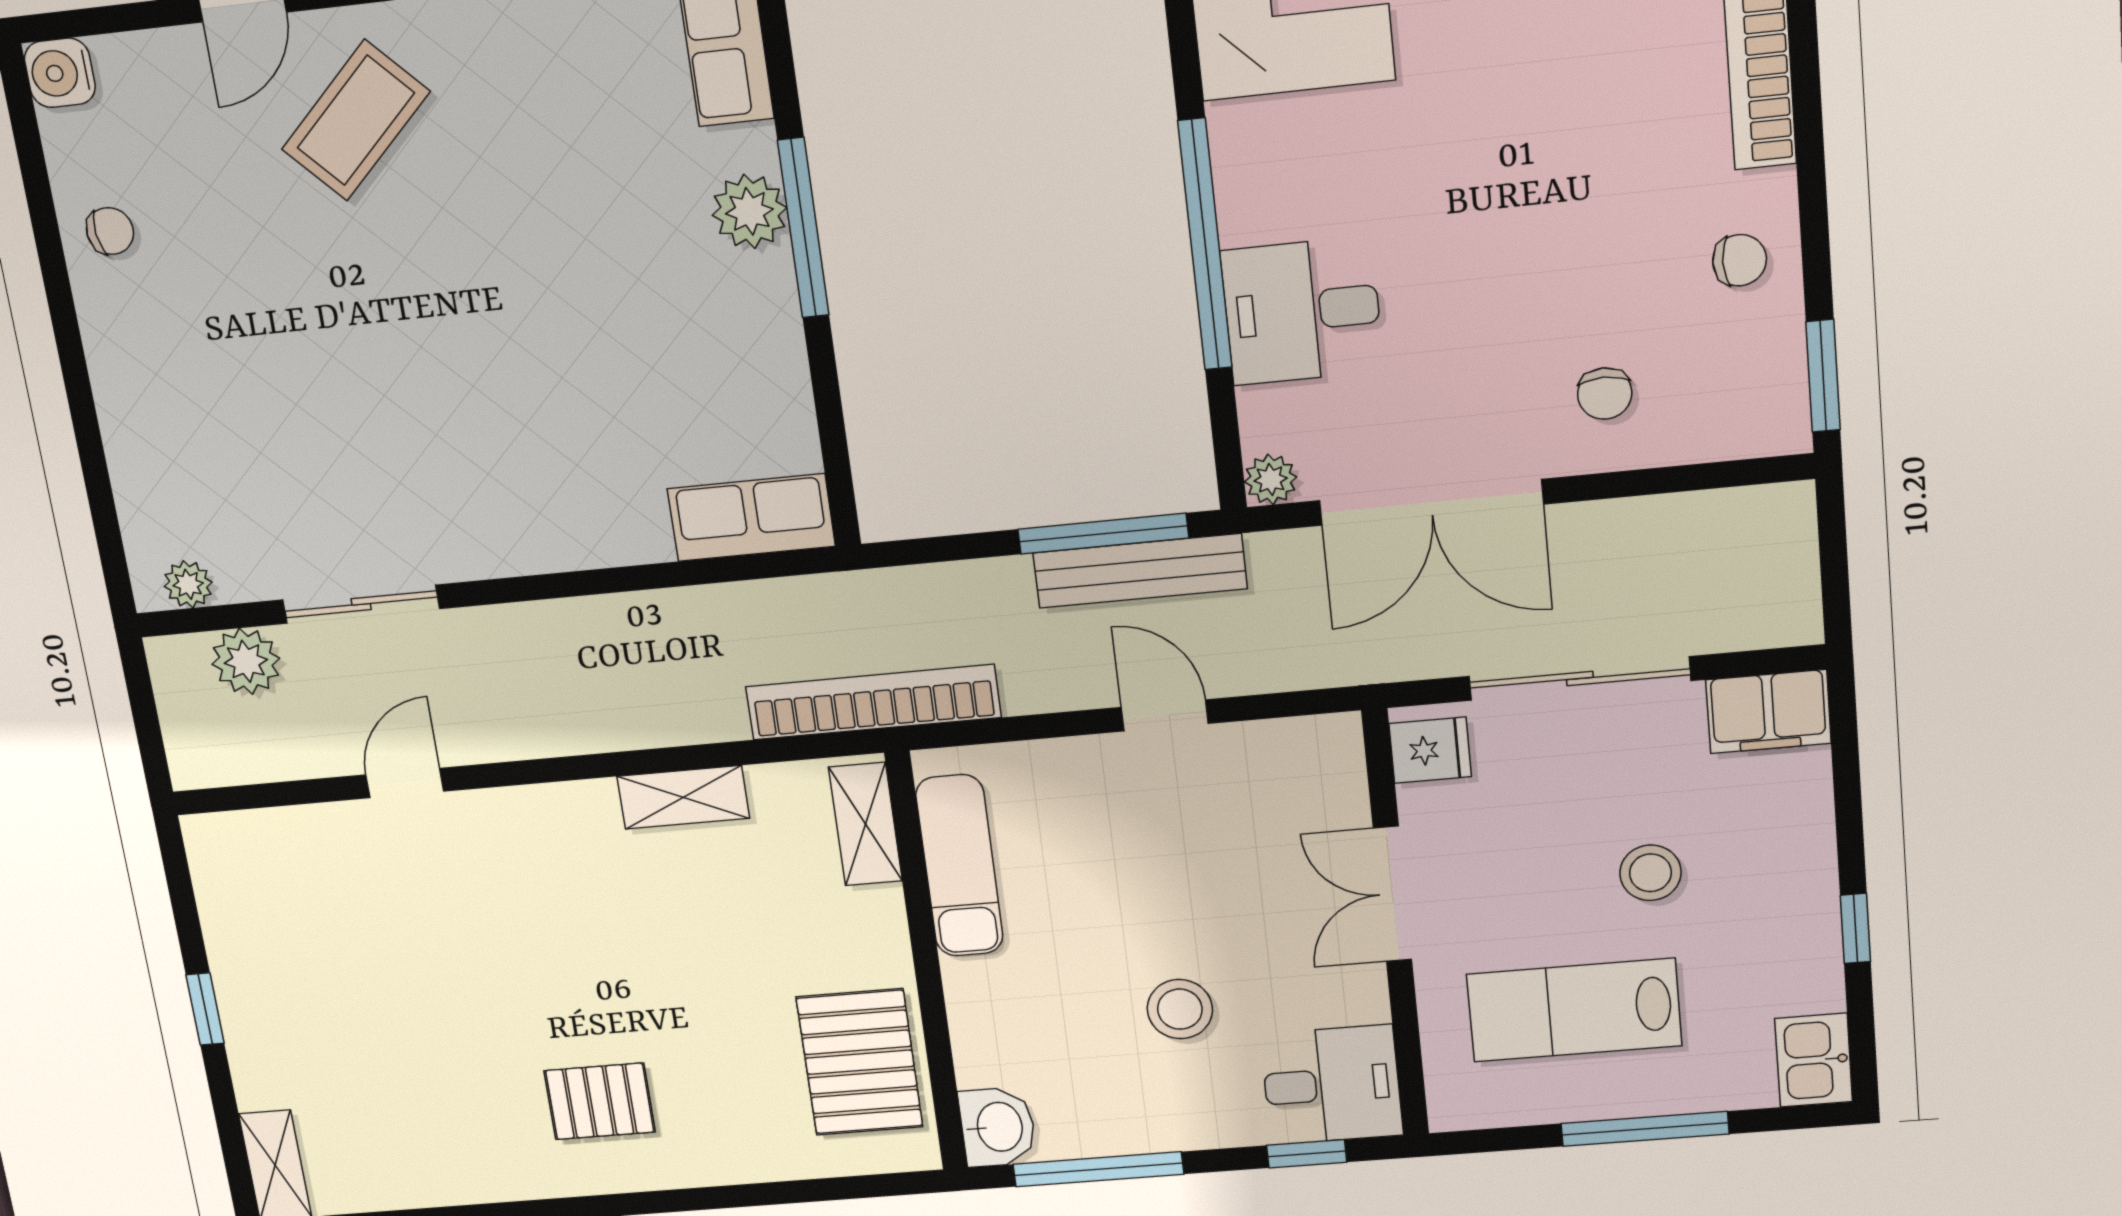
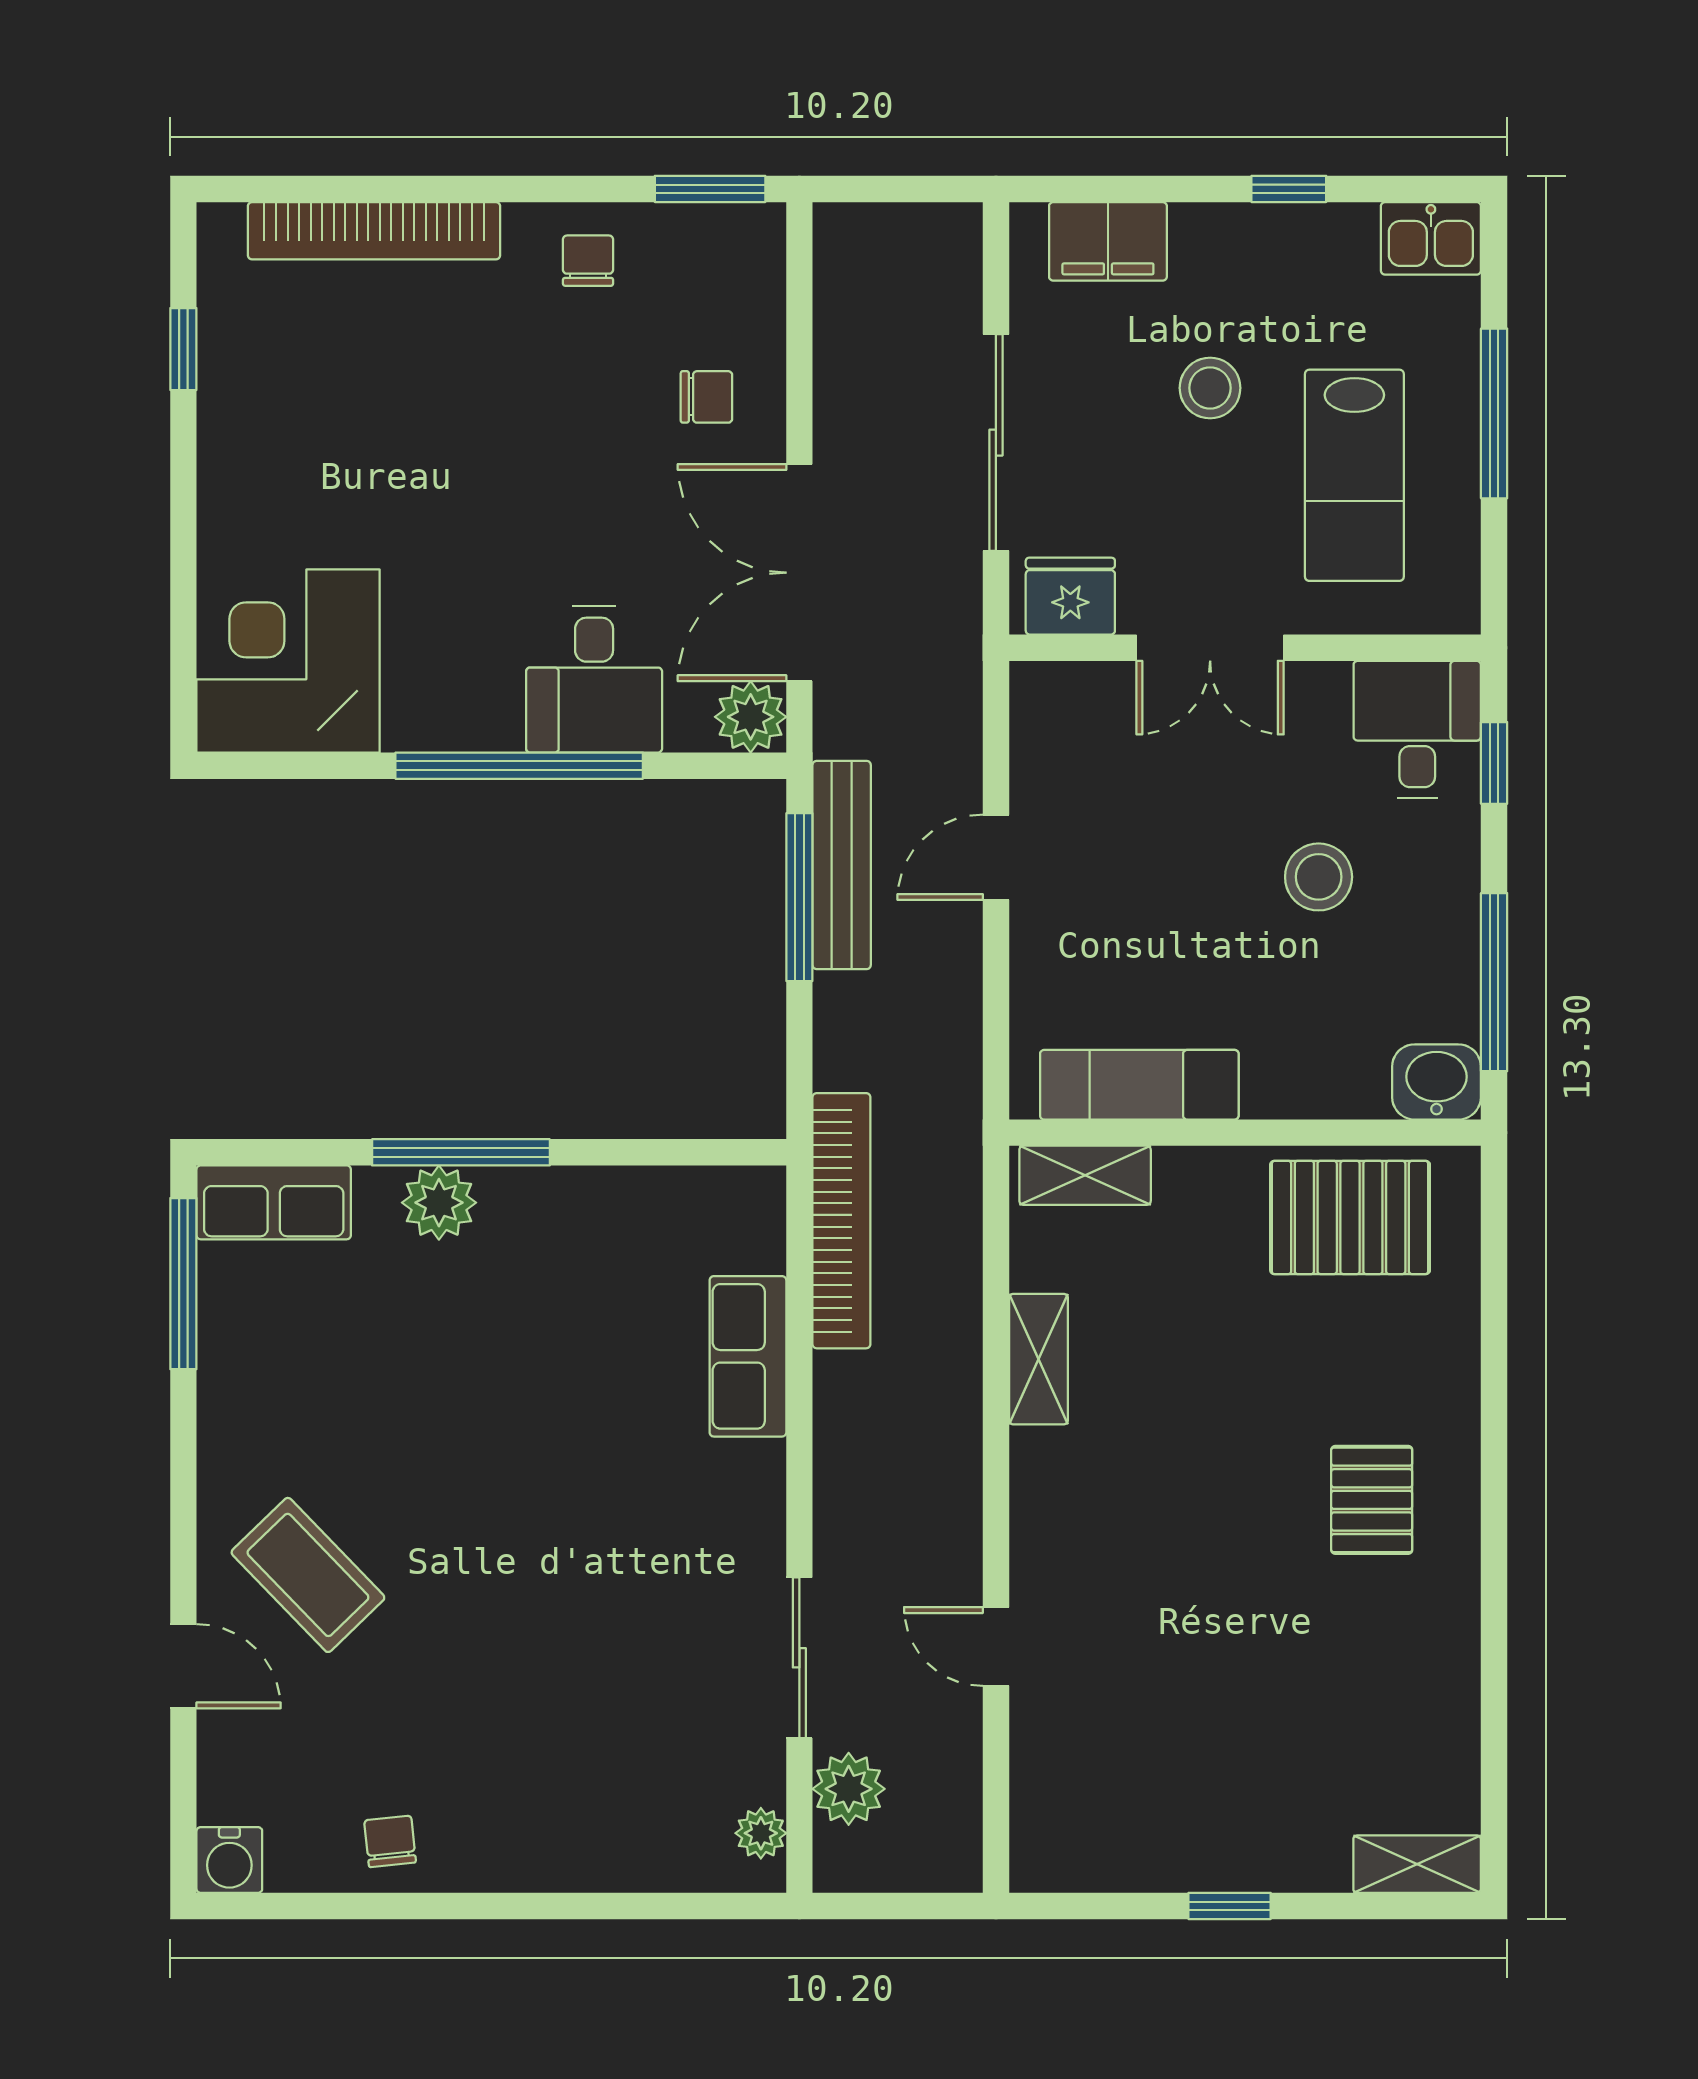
plant: (1271, 479) -> (751, 717), width x1.38, depth x1.38
double door: (1431, 502) -> (799, 573), swing flipped
row of seats: (751, 518) -> (748, 1356), moved
bookcase: (873, 702) -> (841, 1221), moved, turned 180
filing cabinet: (1768, 712) -> (1108, 241), moved, turned 90
fridge: (1430, 750) -> (1070, 596), width x1.38

